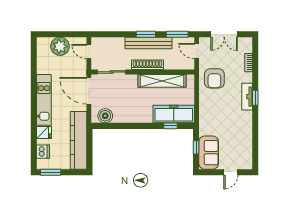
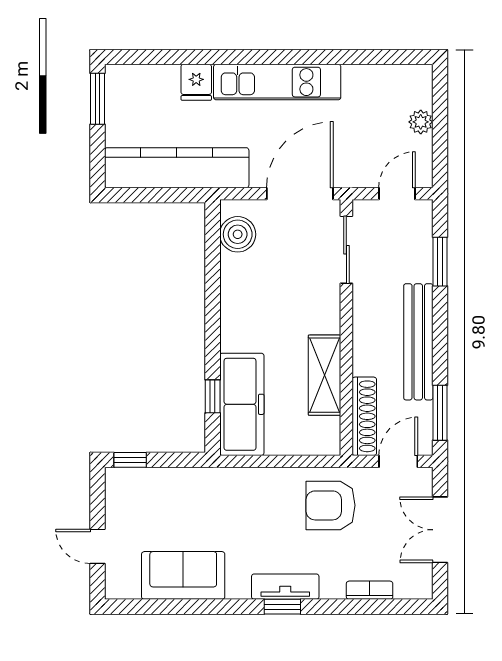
window: (146, 34) -> (440, 262), moved
plant: (60, 46) -> (421, 122), width x0.53, depth x0.53
shoe rack: (147, 65) -> (364, 416), moved
shelving: (162, 81) -> (325, 375), width x0.68
window: (196, 147) -> (130, 460), moved
dishwasher: (43, 152) -> (149, 80), removed
sofa: (209, 153) -> (183, 575), moved, turned 180

